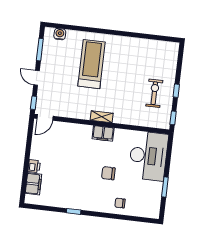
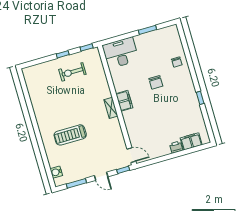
treadmill: (91, 64) -> (70, 135), width x0.73, depth x0.73
door: (36, 78) -> (101, 176), hinge flipped
desk: (148, 156) -> (121, 53), width x0.73, depth x0.77

